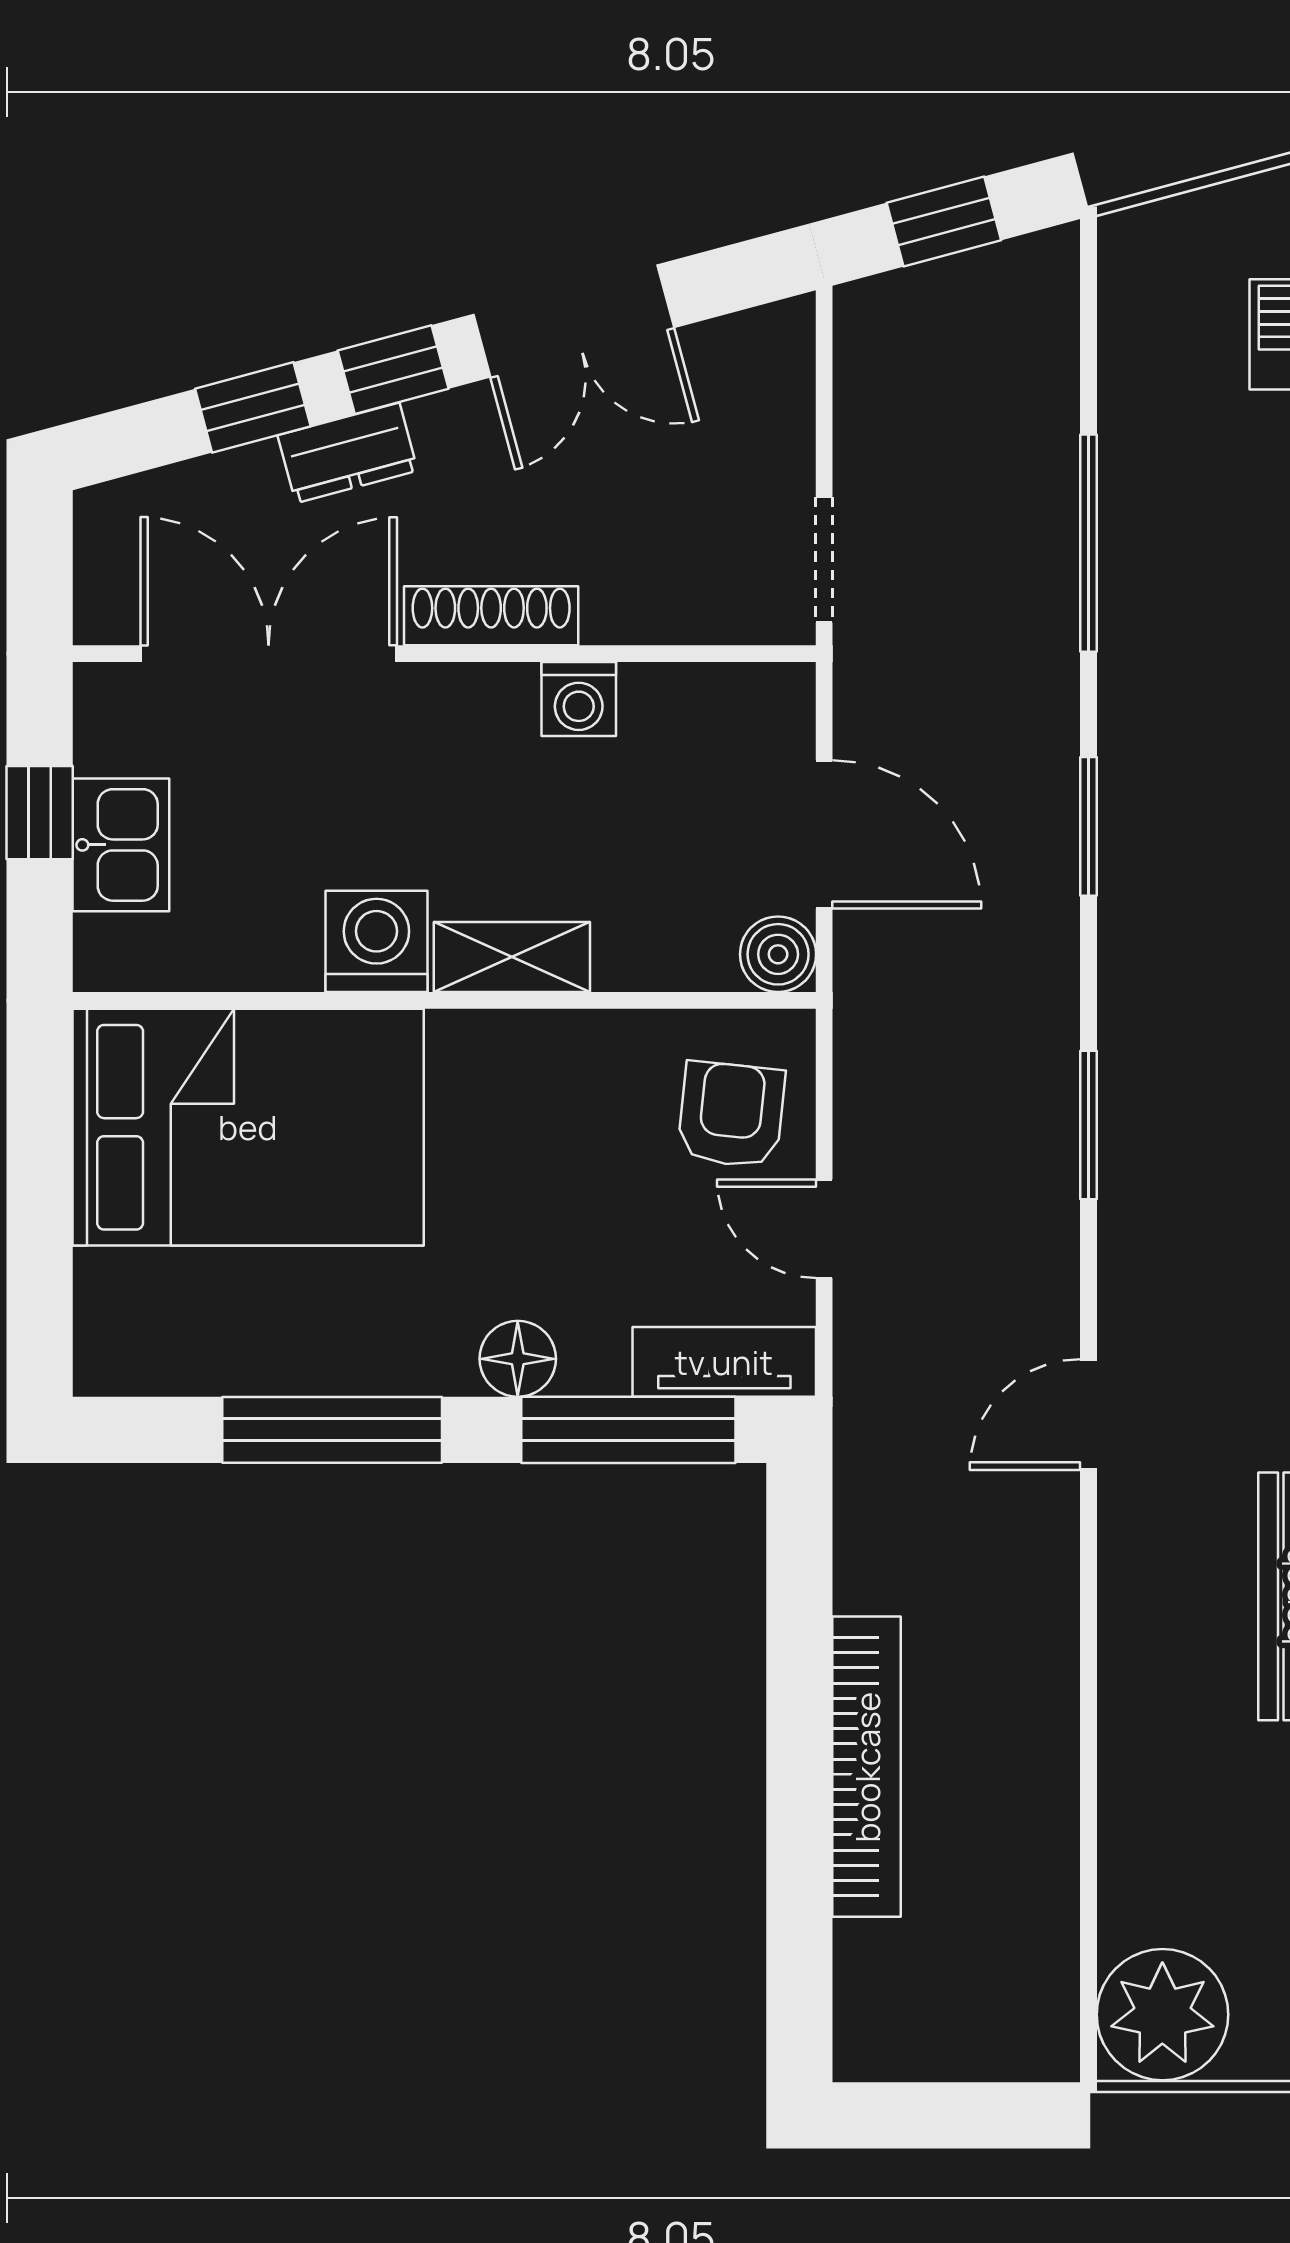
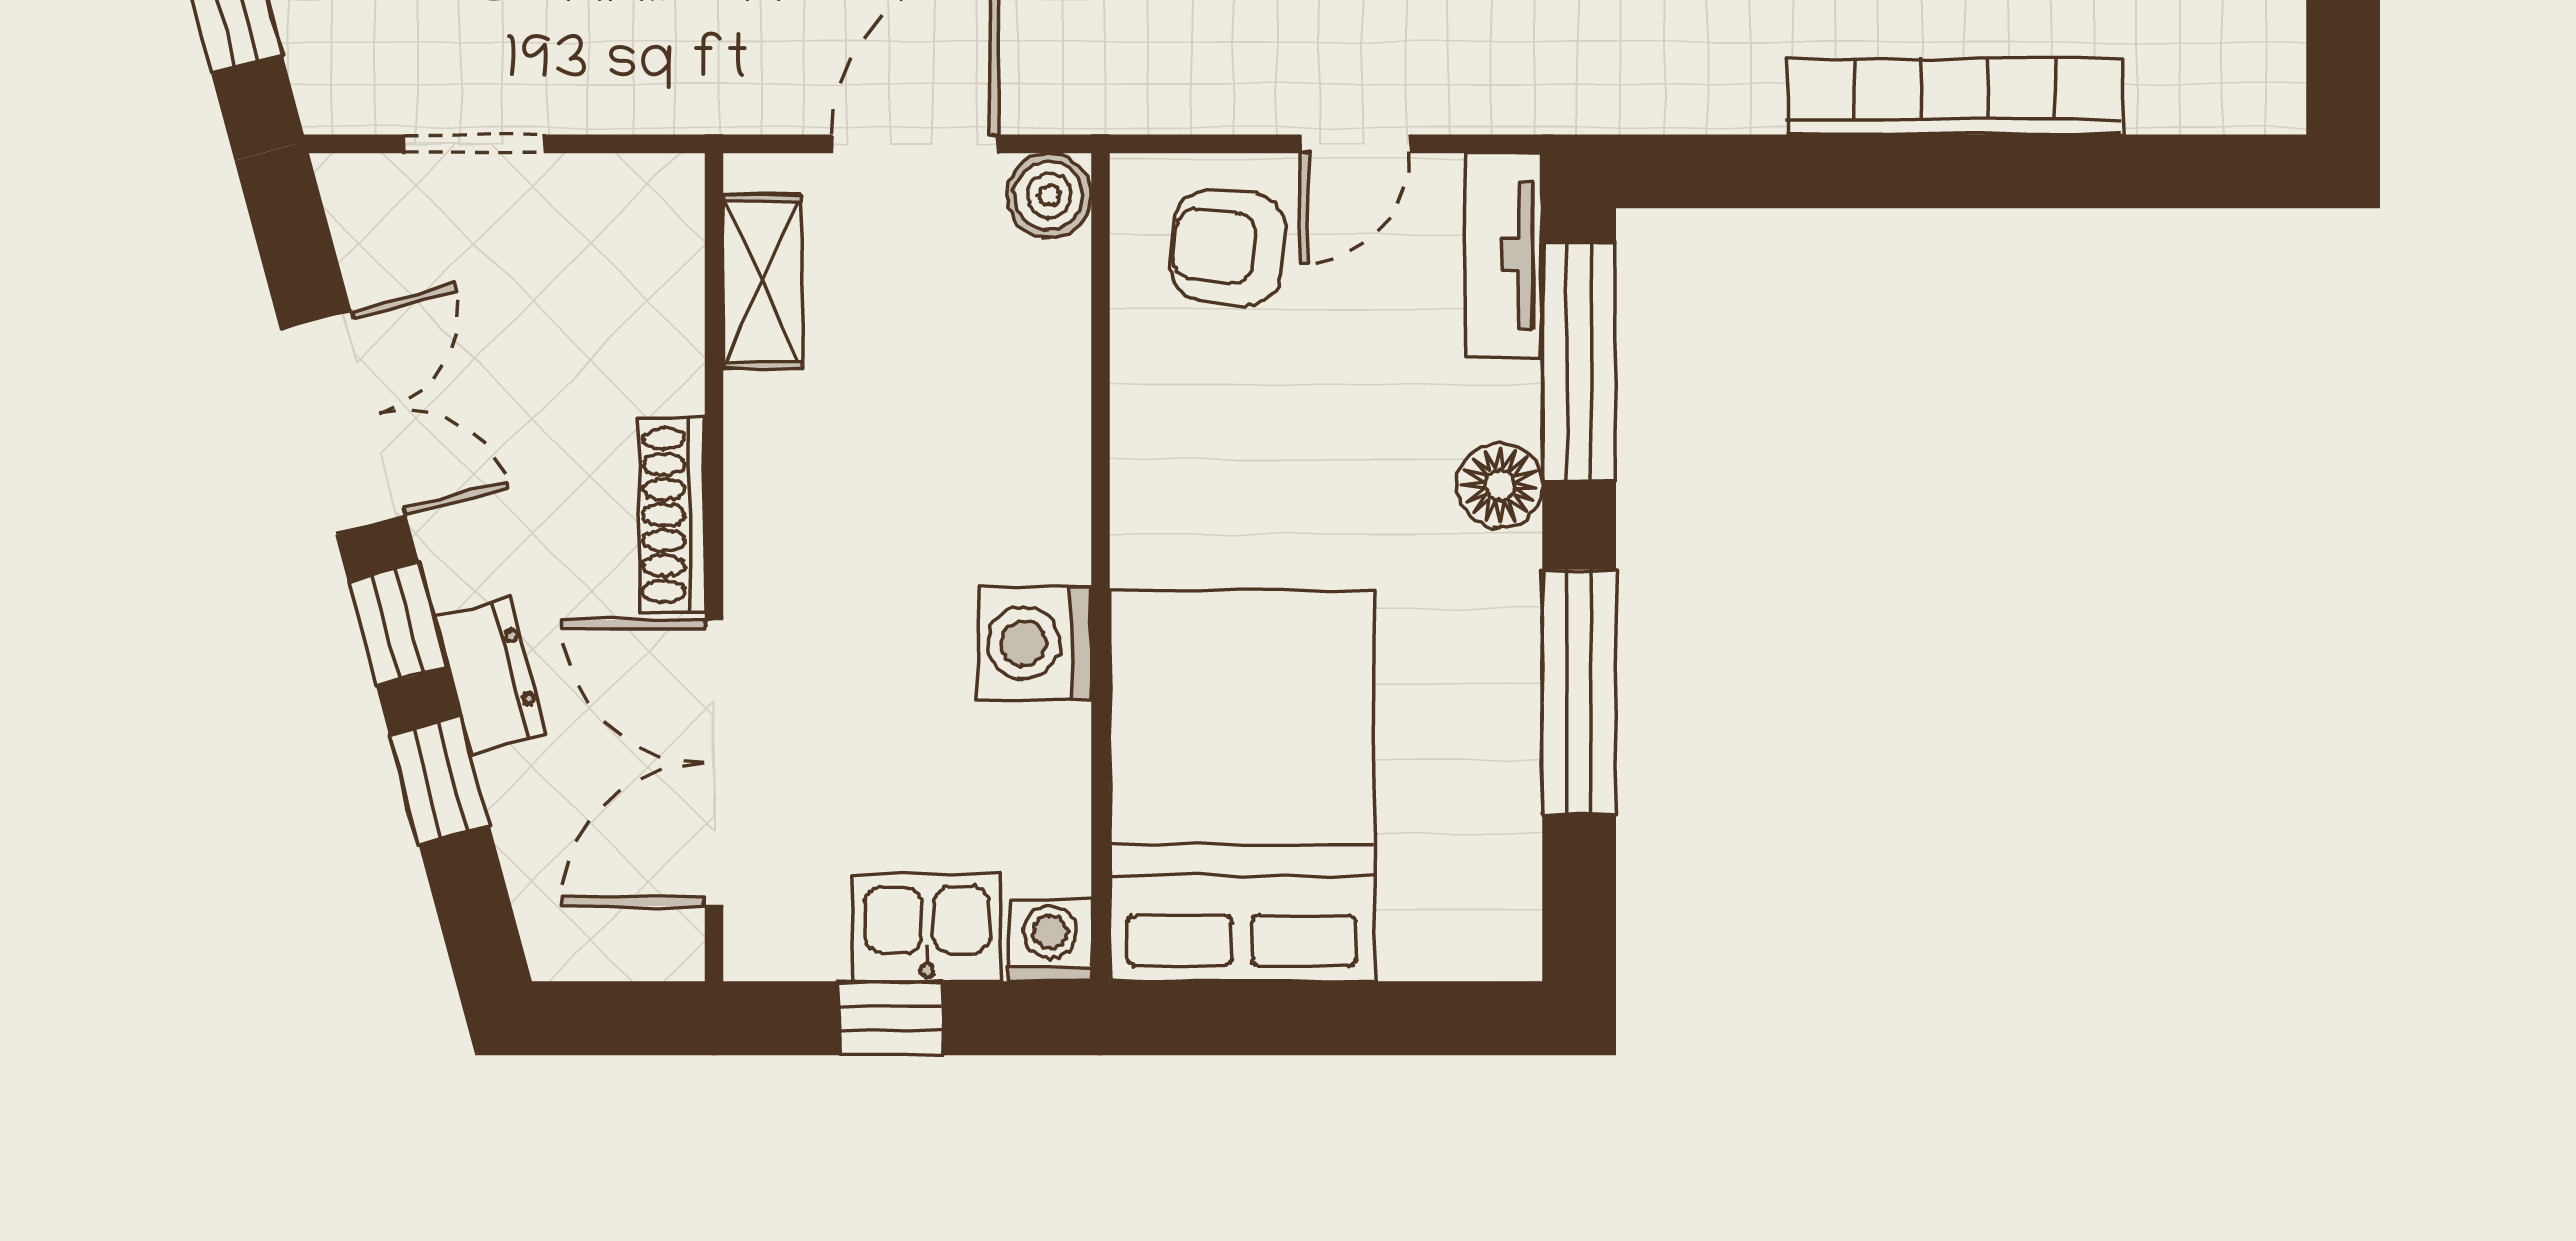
doorway: (824, 560) -> (475, 144), moved
washing machine: (579, 699) -> (1050, 940), moved, turned -90
shelving: (512, 957) -> (762, 282), moved

